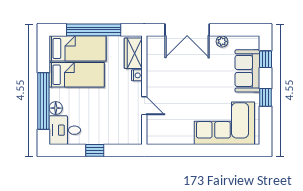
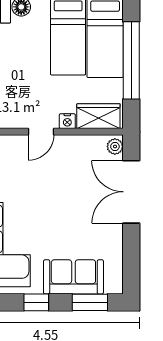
plant: (222, 41) -> (115, 146), moved
window: (265, 59) -> (90, 302), width x1.50
door: (144, 106) -> (41, 132), moved

